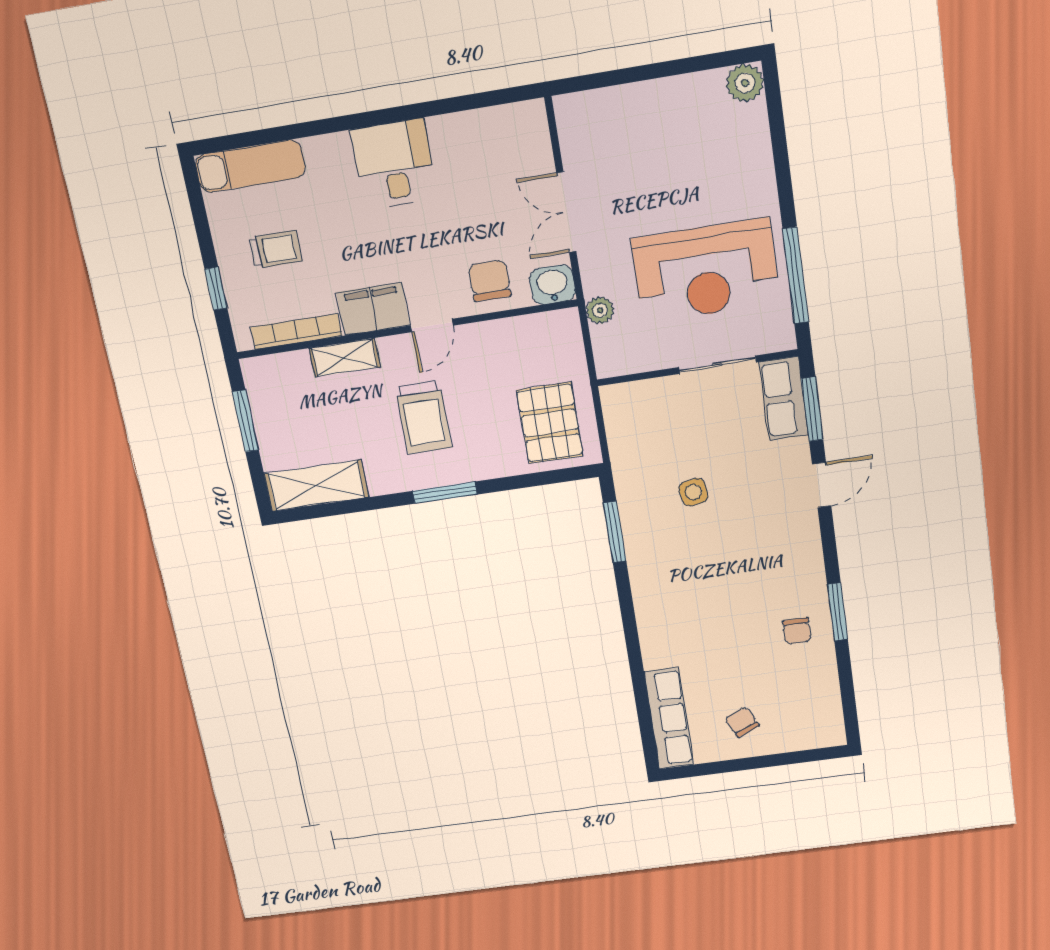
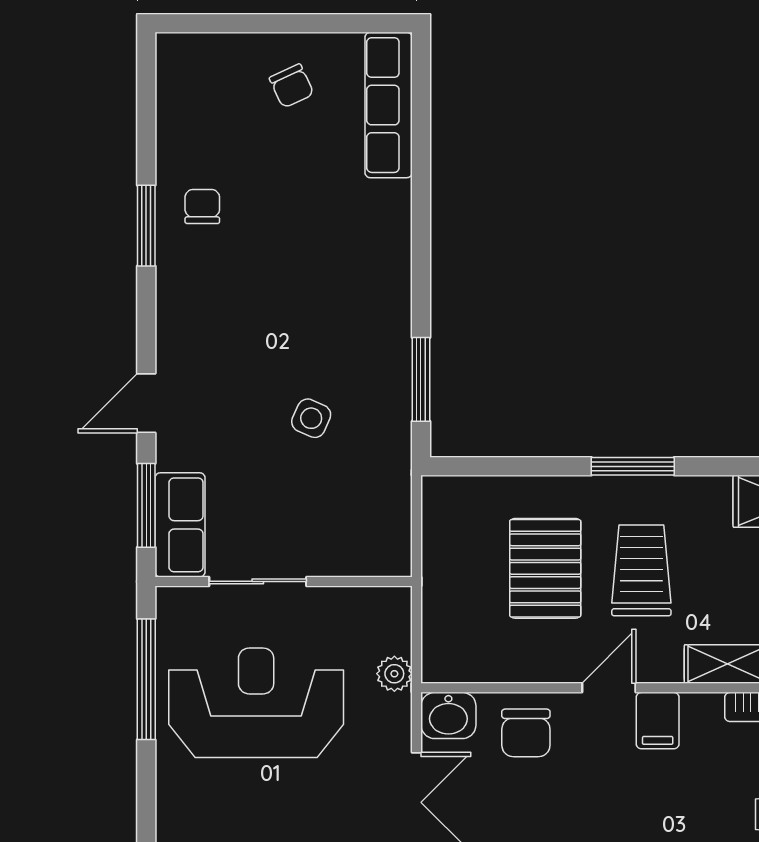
filing cabinet: (373, 309) -> (658, 721), width x0.50
pallet: (550, 423) -> (545, 568), moved
side table: (693, 492) -> (311, 418), turned 33

